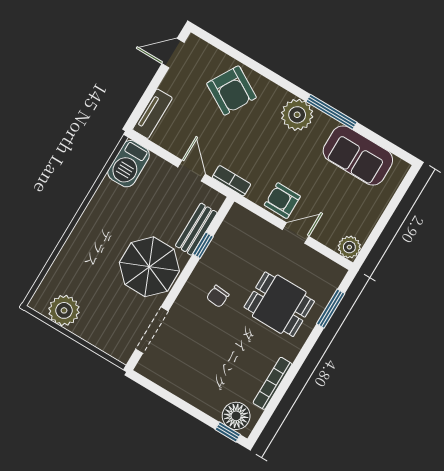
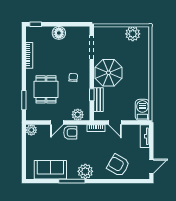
plant: (250, 225) -> (78, 115), added
dining table: (279, 304) -> (46, 89), turned 90
floor lamp: (236, 416) -> (59, 33), moved

